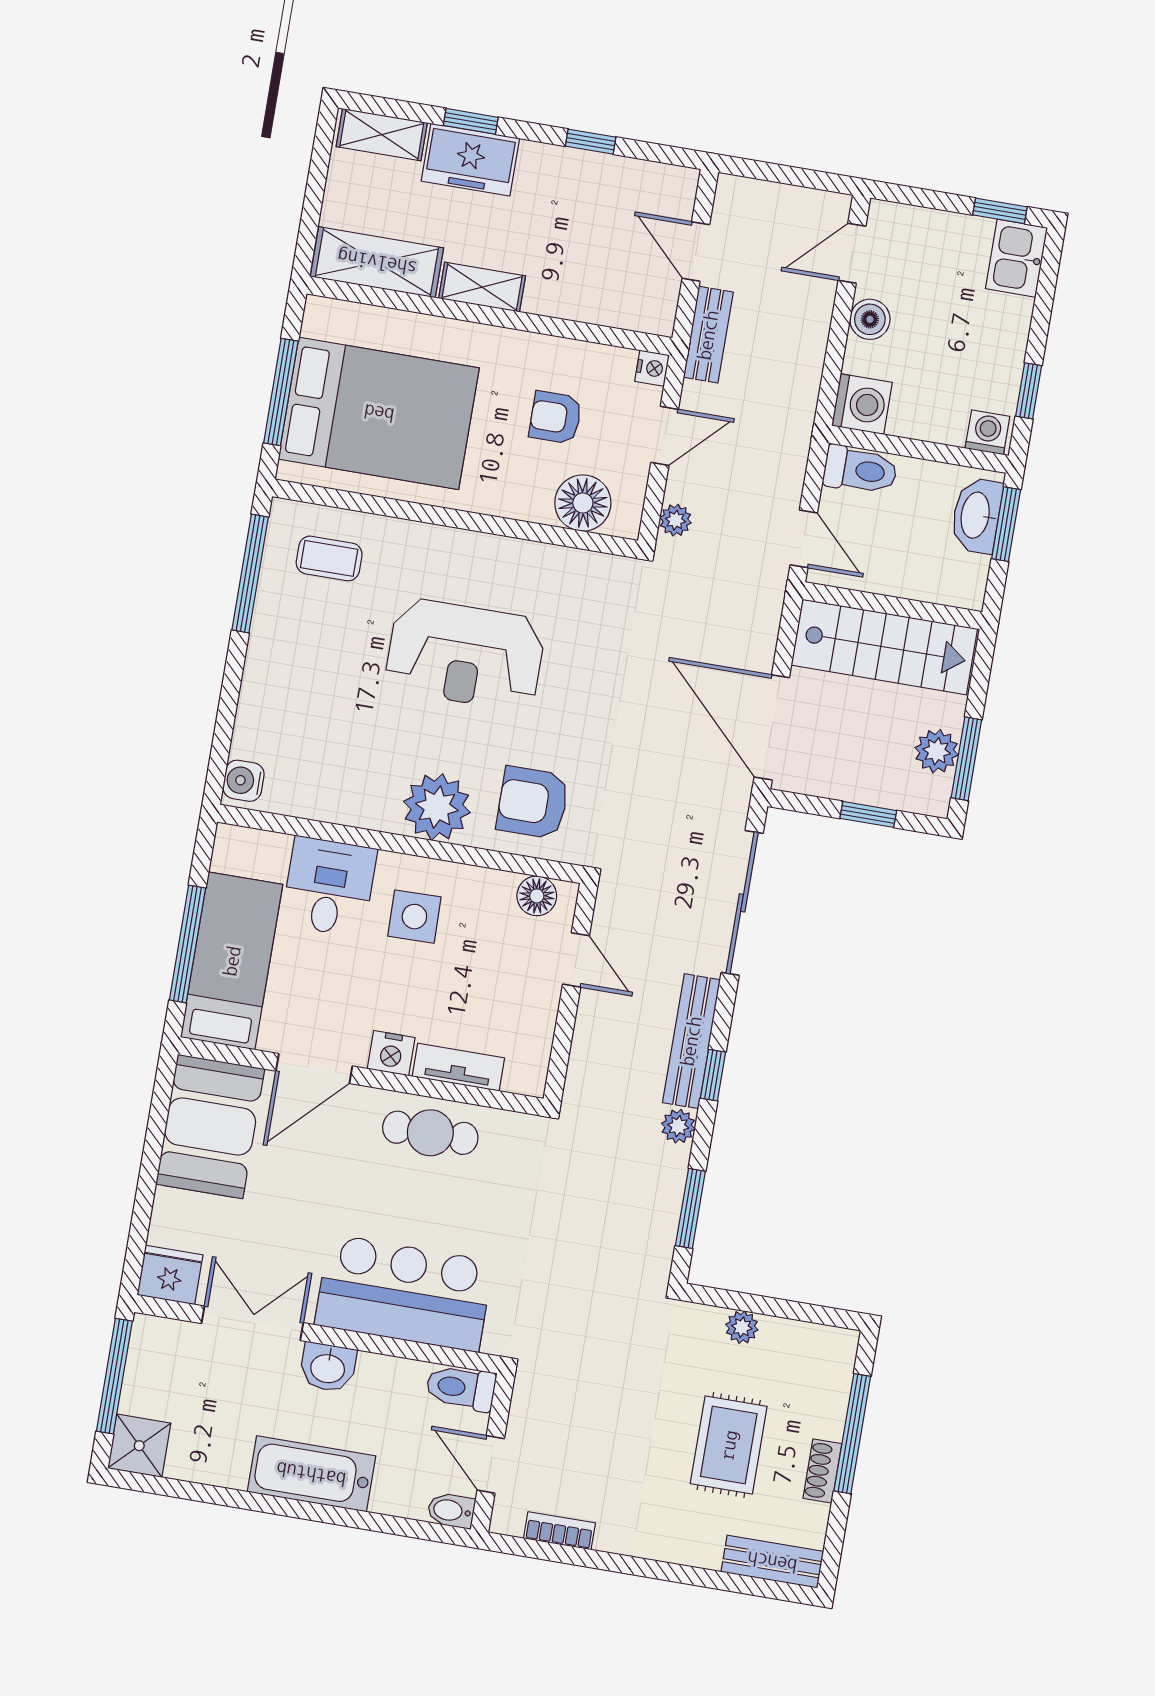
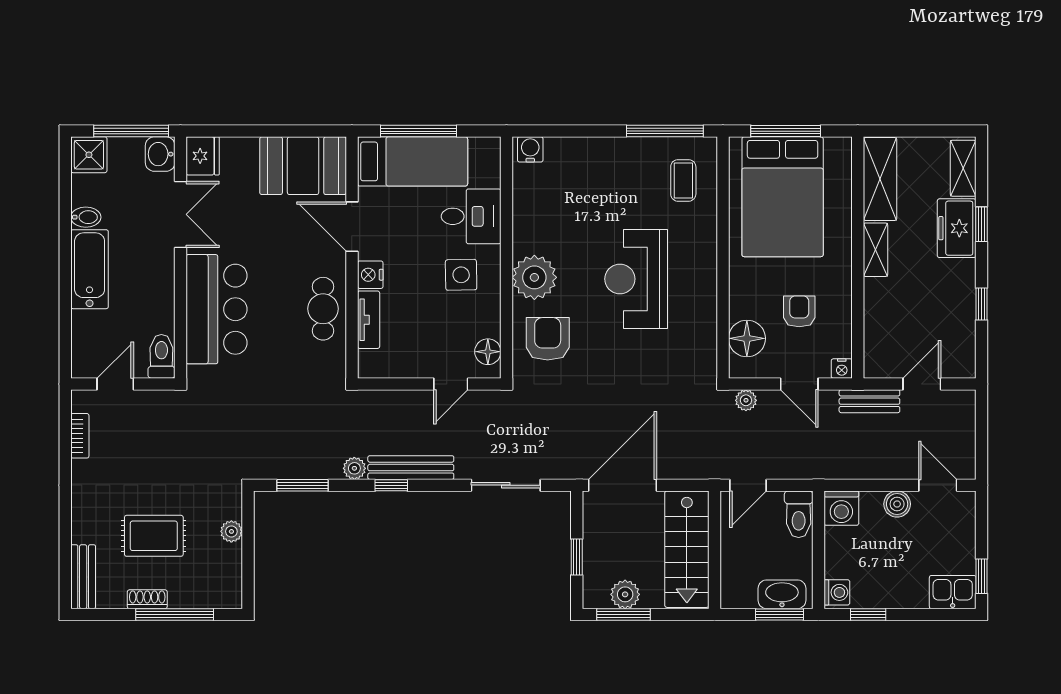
sliding door: (742, 903) -> (506, 485), width x0.73
washbasin: (328, 1367) -> (160, 154), moved
bidet: (451, 1511) -> (86, 217), moved, turned 90

